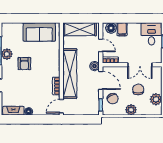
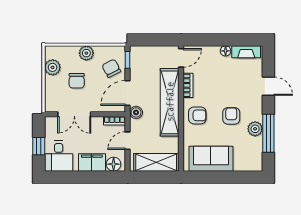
filing cabinet: (122, 29) -> (92, 162), width x2.00
door: (101, 45) -> (128, 141), hinge flipped
armchair: (49, 64) -> (197, 115), added
double door: (140, 65) -> (74, 114), swing flipped
door: (101, 80) -> (128, 93), hinge flipped

